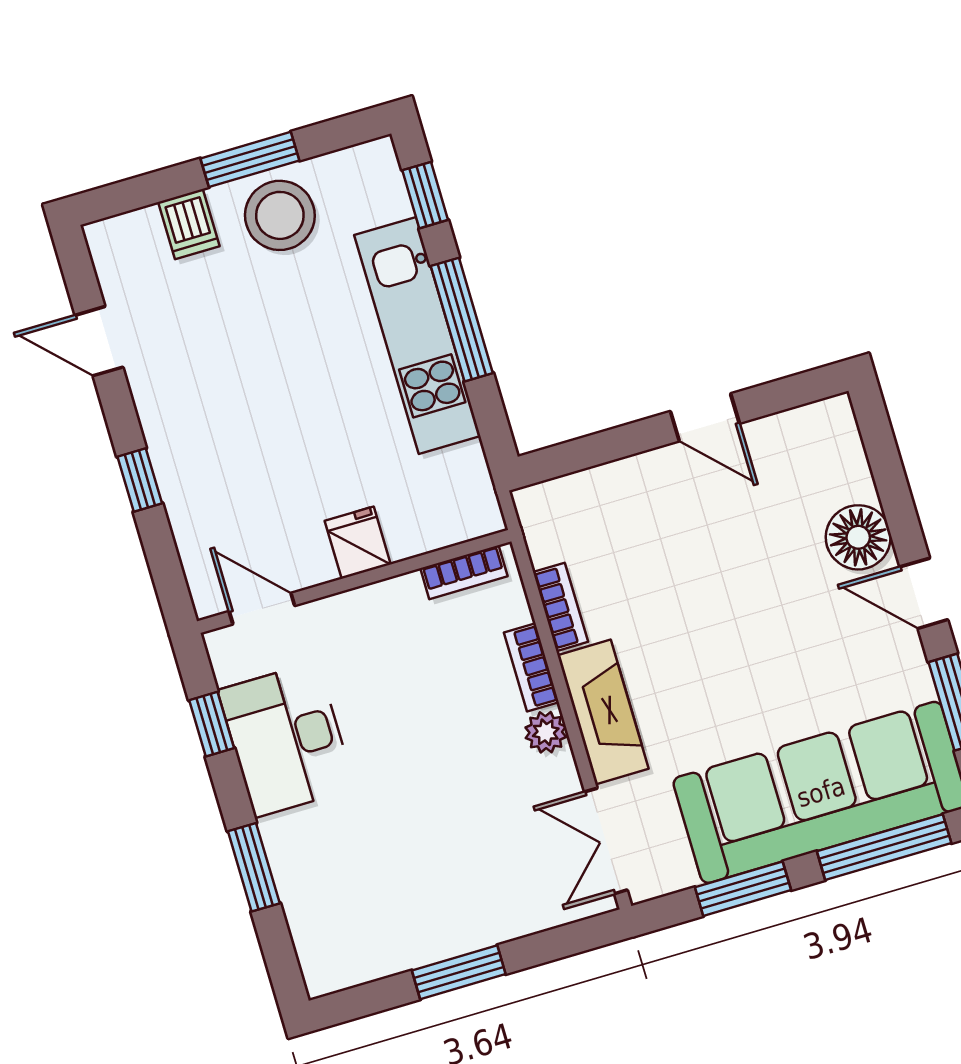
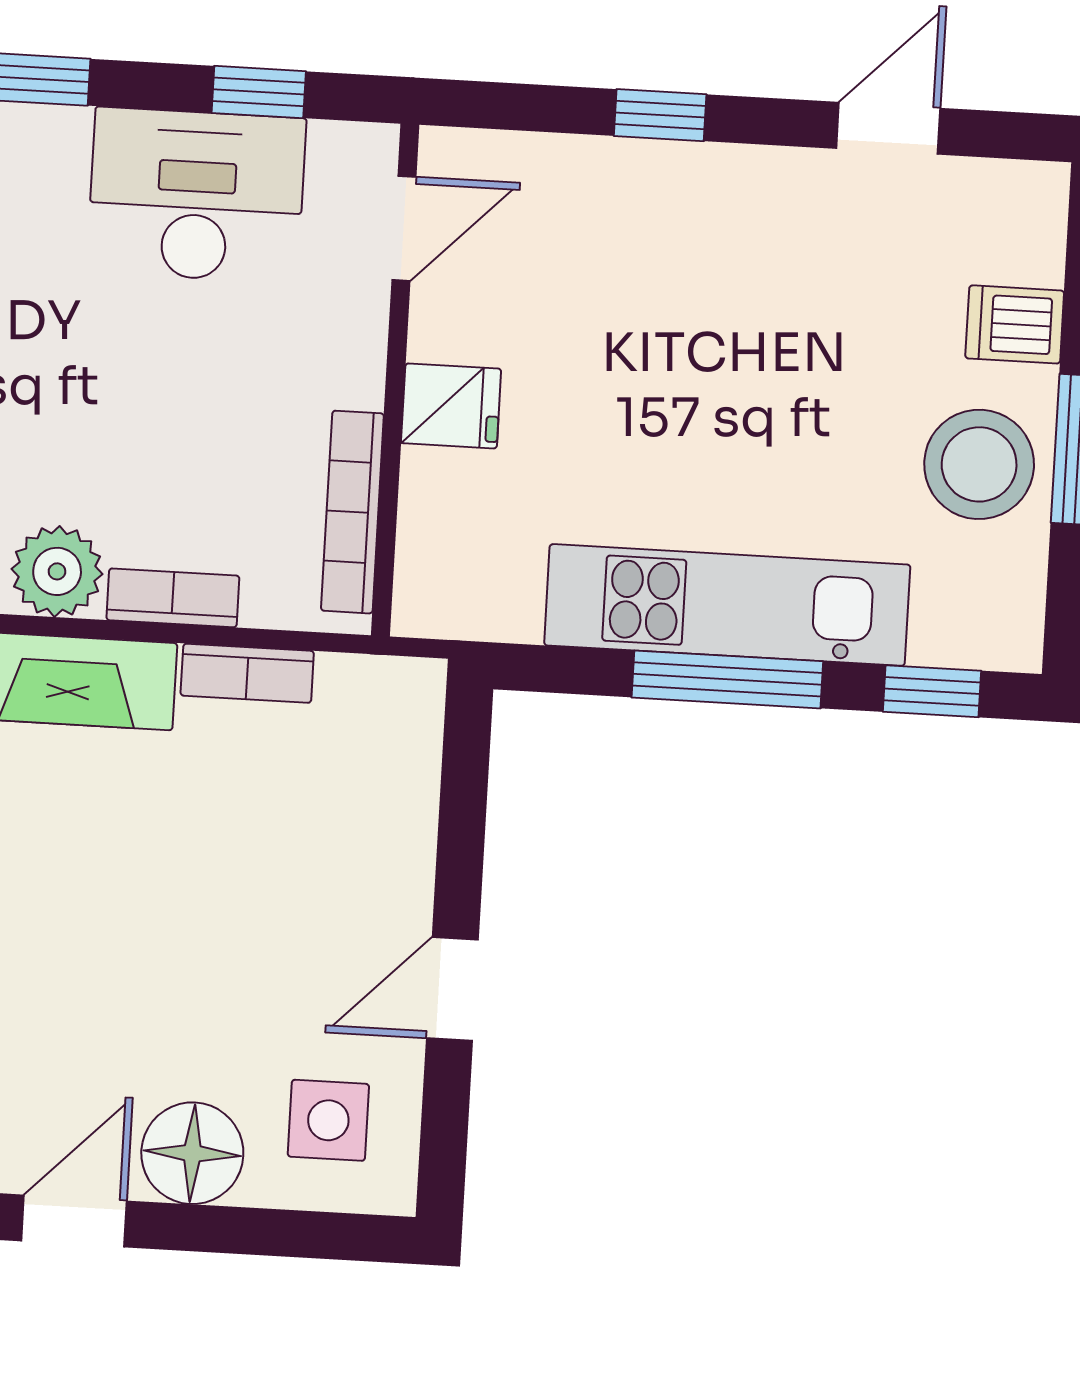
side table: (810, 463) -> (328, 1120), added
bookcase: (464, 572) -> (352, 512), width x1.56
plant: (546, 732) -> (57, 571), width x1.38, depth x1.38

